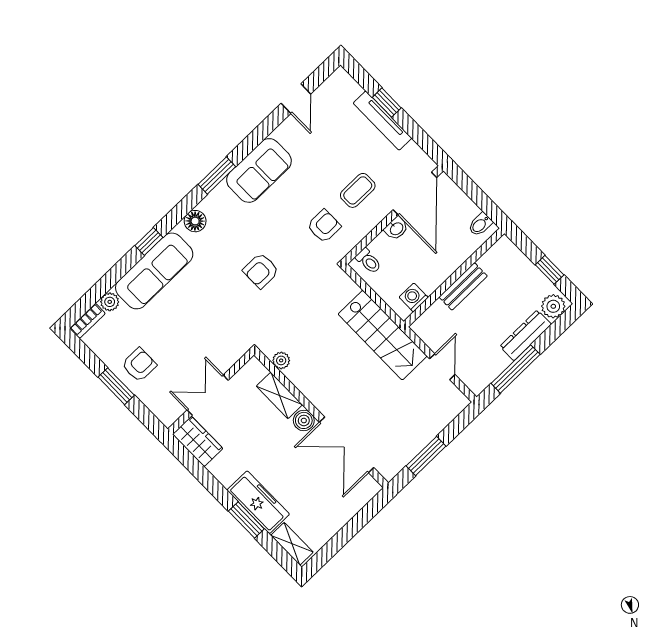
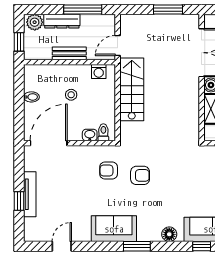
coffee table: (358, 190) -> (75, 172), removed
washbasin: (396, 228) -> (90, 135), moved
stool: (441, 267) -> (71, 95), added
armchair: (261, 271) -> (140, 175), moved
wall: (454, 277) -> (69, 62), moved
bench: (463, 286) -> (69, 53), moved
washing machine: (414, 297) -> (99, 72), moved
plant: (281, 360) -> (193, 125), removed

